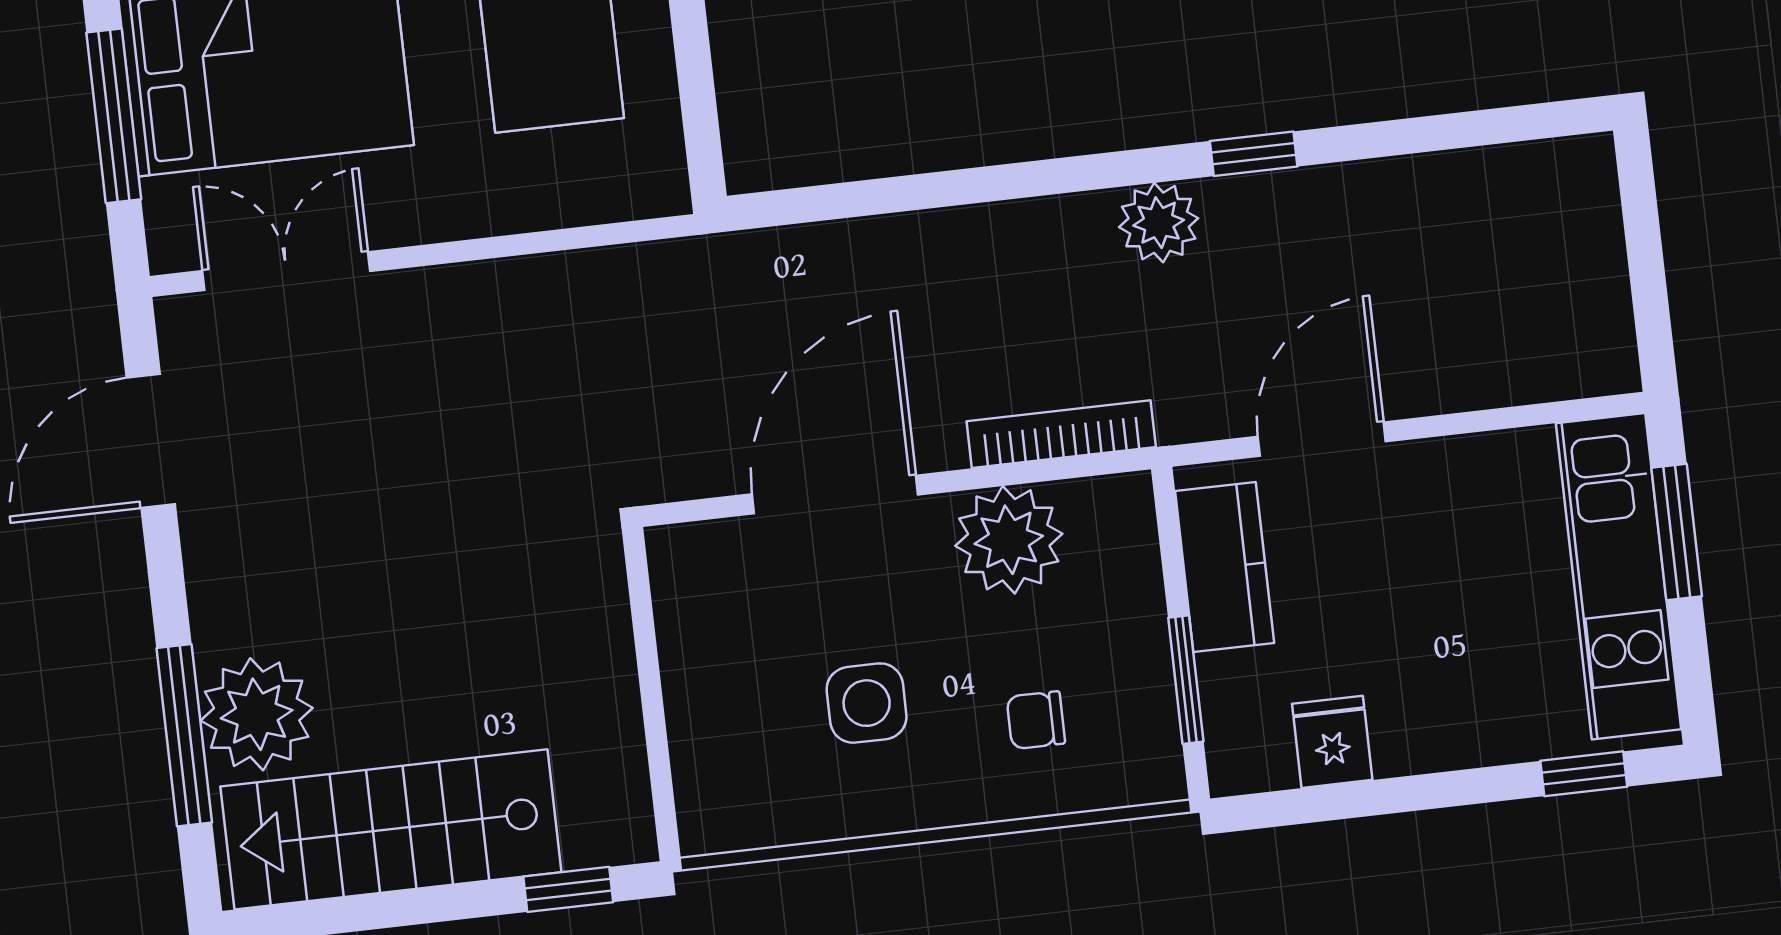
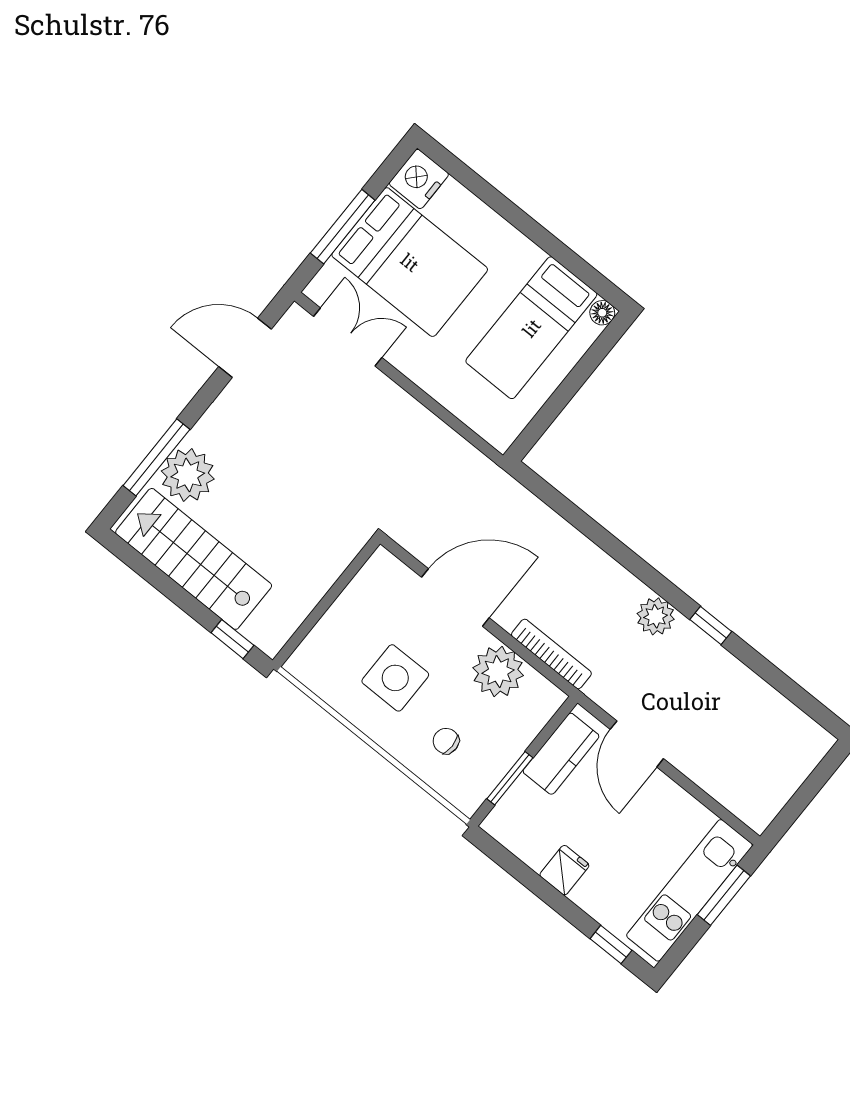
door: (1322, 439) -> (637, 744), swing flipped
side table: (867, 703) -> (395, 678), width x1.37, depth x1.37
fridge: (1332, 742) -> (564, 870), moved

